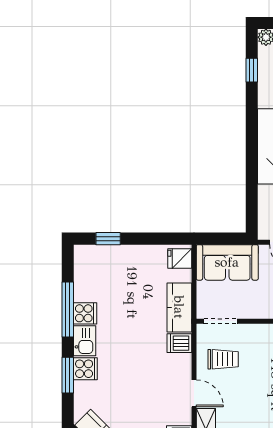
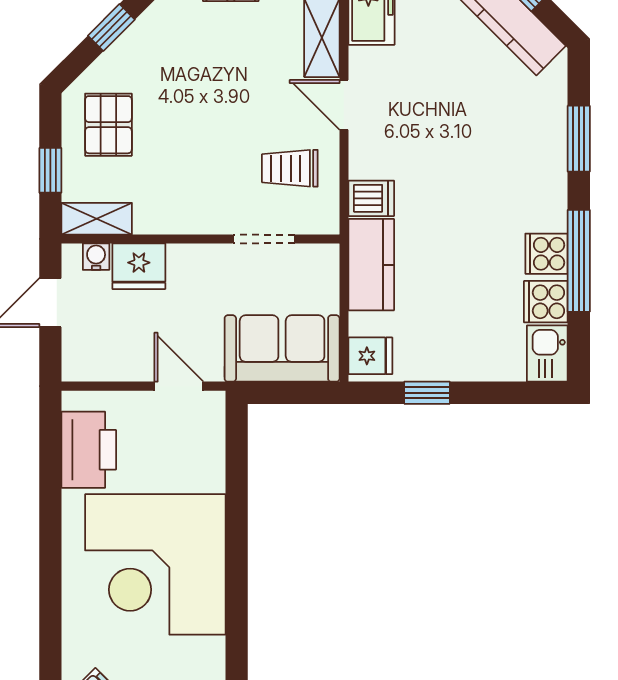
window: (108, 239) -> (427, 393), moved
doorway: (221, 321) -> (264, 239), moved
kitchen sink: (85, 341) -> (547, 354), moved
cooker: (85, 369) -> (546, 302), moved

